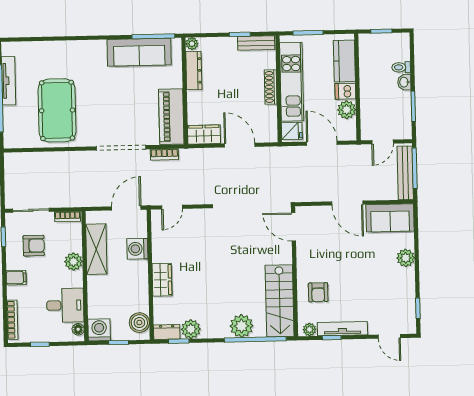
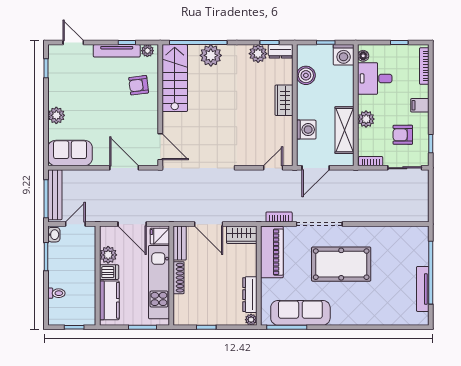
bench: (256, 43) -> (180, 243), moved, turned 90
washbasin: (404, 82) -> (54, 235), moved
pool table: (57, 110) -> (341, 264), moved, turned 90
door: (347, 203) -> (124, 168), moved
armchair: (318, 292) -> (139, 85), turned -97
boiler: (139, 323) -> (306, 75), moved

